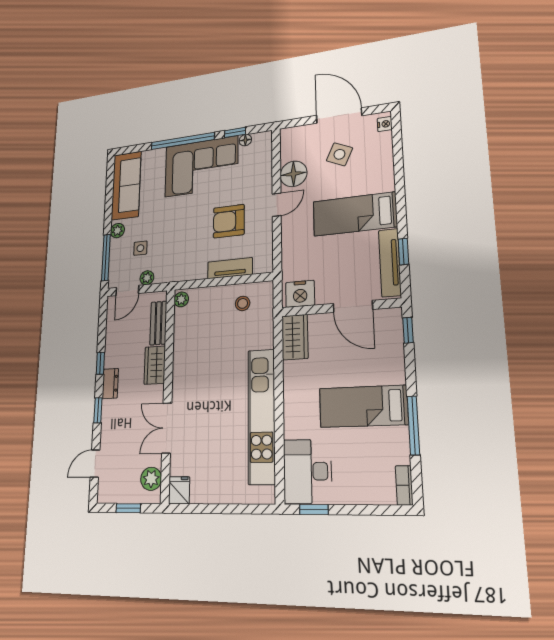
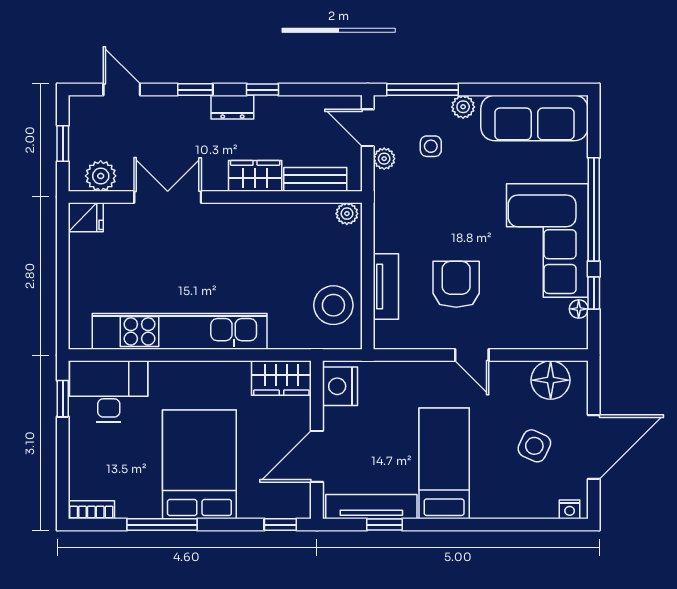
floor lamp: (293, 174) -> (551, 380), moved
stool: (243, 303) -> (333, 305), width x1.89, depth x1.89
bed: (363, 406) -> (199, 464), width x1.50

